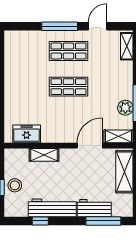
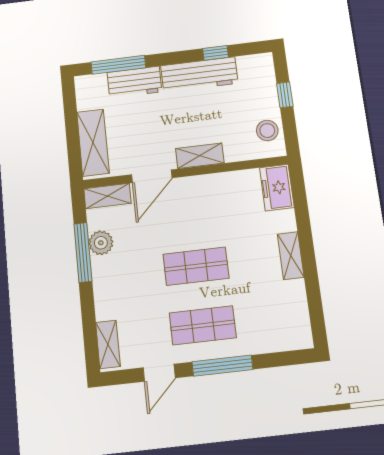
shelving: (10, 86) -> (291, 256), added
freezer: (27, 134) -> (277, 188), moved, turned 90
shelving: (44, 155) -> (200, 156), moved
stool: (15, 185) -> (267, 131), moved

